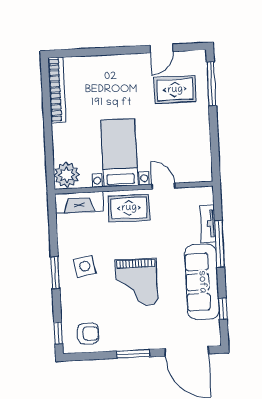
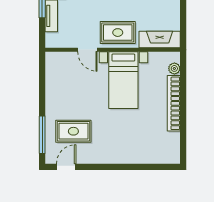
door: (161, 48) -> (66, 167), moved
bookcase: (57, 90) -> (174, 103), moved
plant: (67, 175) -> (174, 68), width x0.53, depth x0.53

